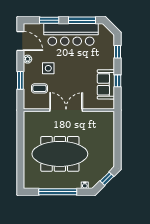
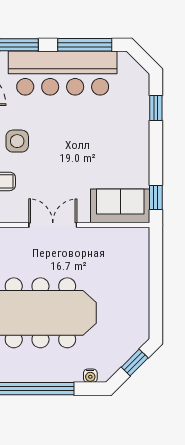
window: (117, 81) -> (156, 198), moved
sofa: (106, 84) -> (120, 206), moved, turned 90
double door: (66, 110) -> (53, 225), width x0.73

